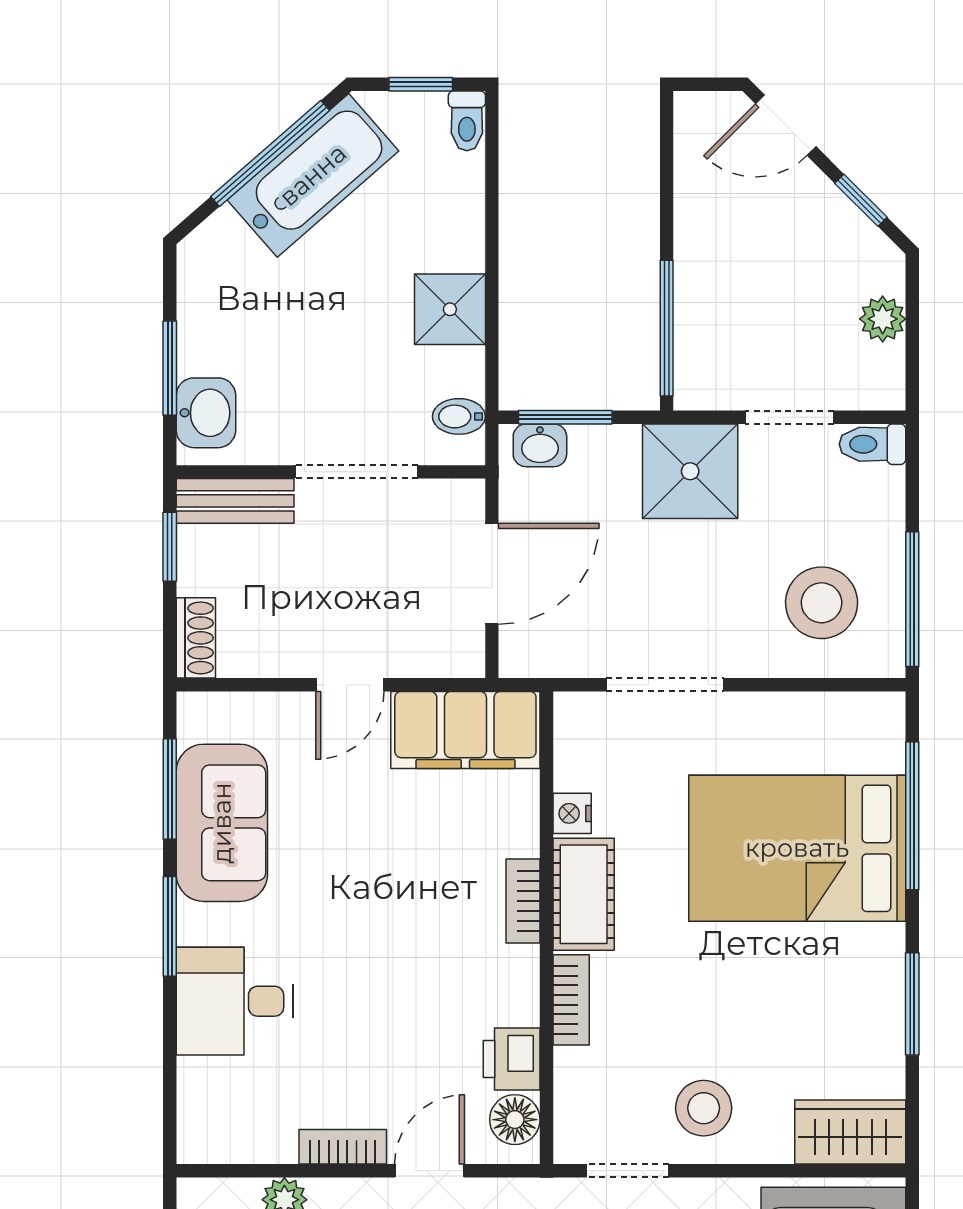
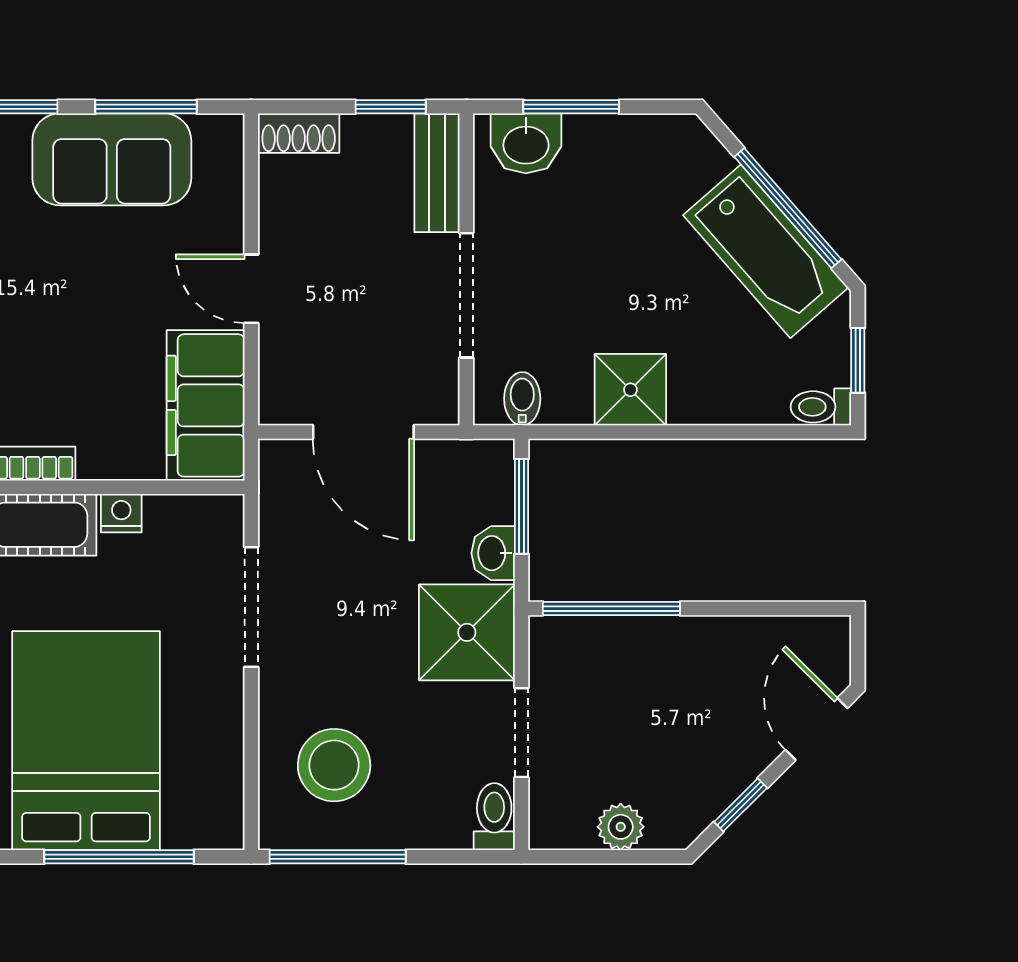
washbasin: (540, 445) -> (493, 553), moved

